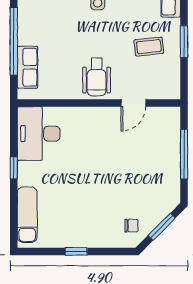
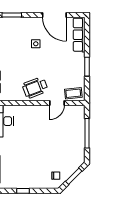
coffee table: (149, 47) -> (73, 93), moved
wheelchair: (97, 77) -> (35, 88), turned 69

